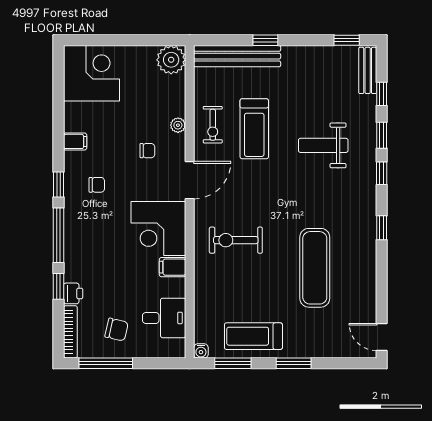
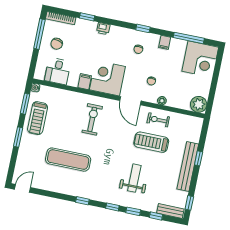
bench: (237, 56) -> (188, 166), moved
window: (59, 235) -> (189, 38), moved
printer: (73, 293) -> (103, 29), moved
treadmill: (253, 336) -> (38, 118), turned 180

